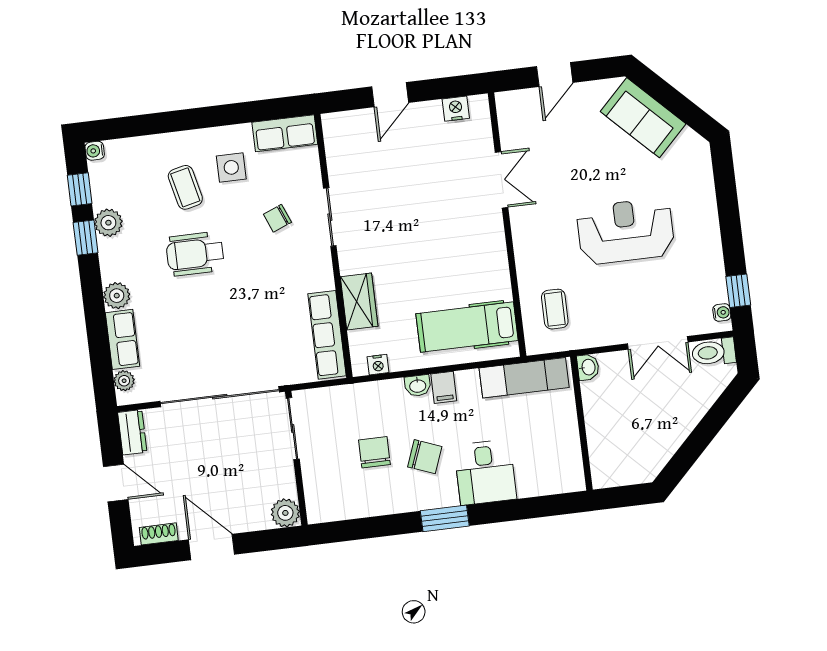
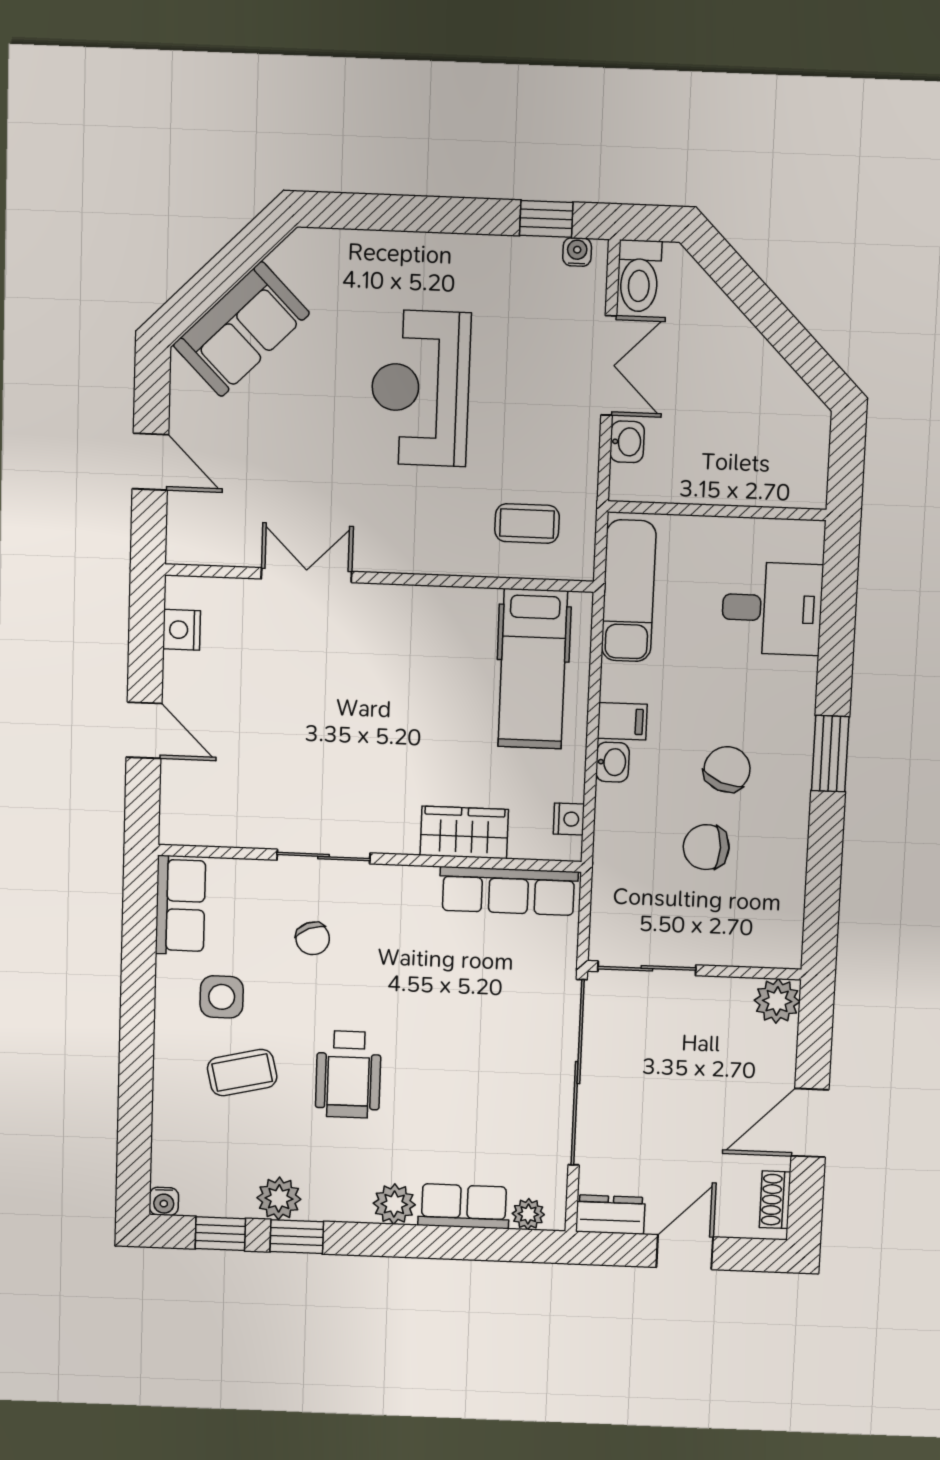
washbasin: (588, 367) -> (627, 442), moved, turned 90
desk: (485, 472) -> (772, 608), moved

